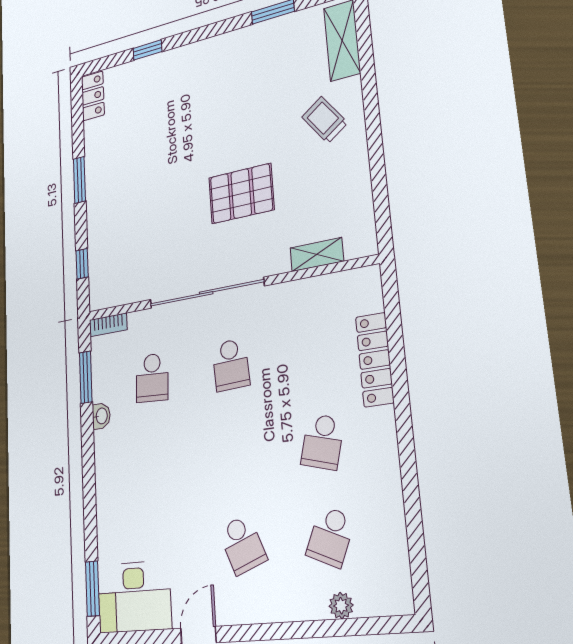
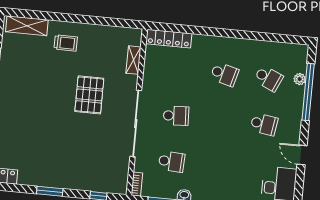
trolley: (325, 120) -> (66, 43), turned -143
locker: (375, 360) -> (169, 39), moved
school desk: (242, 545) -> (264, 124), turned 30
window: (319, 629) -> (308, 92), added

